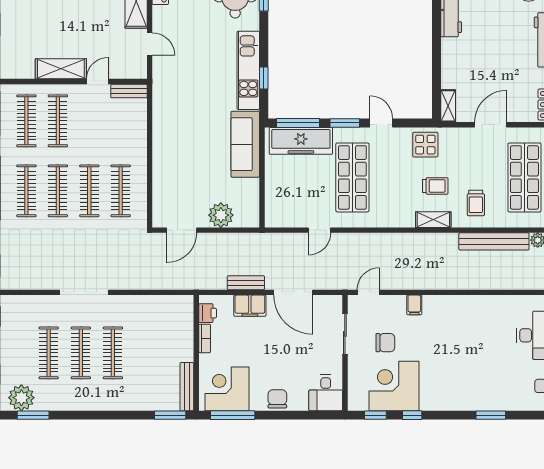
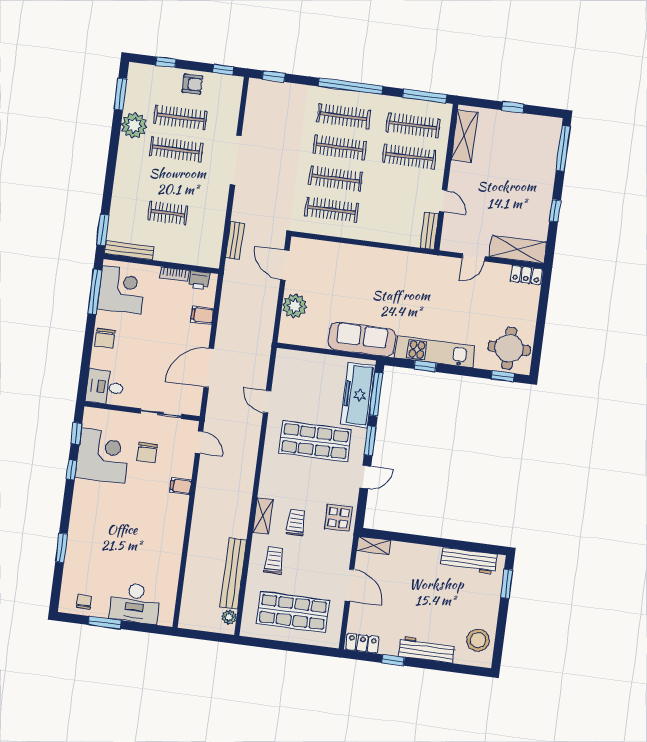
shelving: (61, 69) -> (464, 136), moved
trolley: (435, 186) -> (296, 522), turned 180
trolley: (476, 203) -> (274, 560), turned 90
bench: (246, 283) -> (235, 241), moved
filing cabinet: (250, 306) -> (202, 315), width x0.50
armchair: (14, 345) -> (192, 84), added
clothes rail: (113, 353) -> (168, 213), moved, width x0.73
plant: (21, 398) -> (134, 126), moved
chair: (277, 399) -> (105, 338), turned 90

